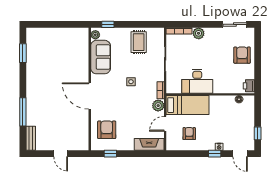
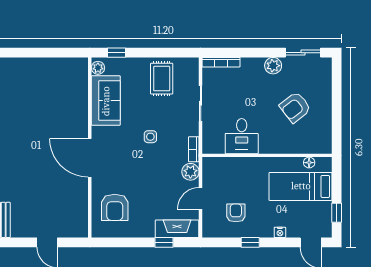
plant: (199, 33) -> (273, 66), moved
armchair: (242, 55) -> (295, 107), moved, turned -128
desk: (197, 81) -> (242, 136), width x0.73
printer: (249, 86) -> (324, 143), removed
bed: (187, 105) -> (301, 186), moved, turned 180
armchair: (107, 130) -> (115, 207), turned 180
window: (110, 154) -> (164, 242), moved
window: (215, 154) -> (250, 242), moved

